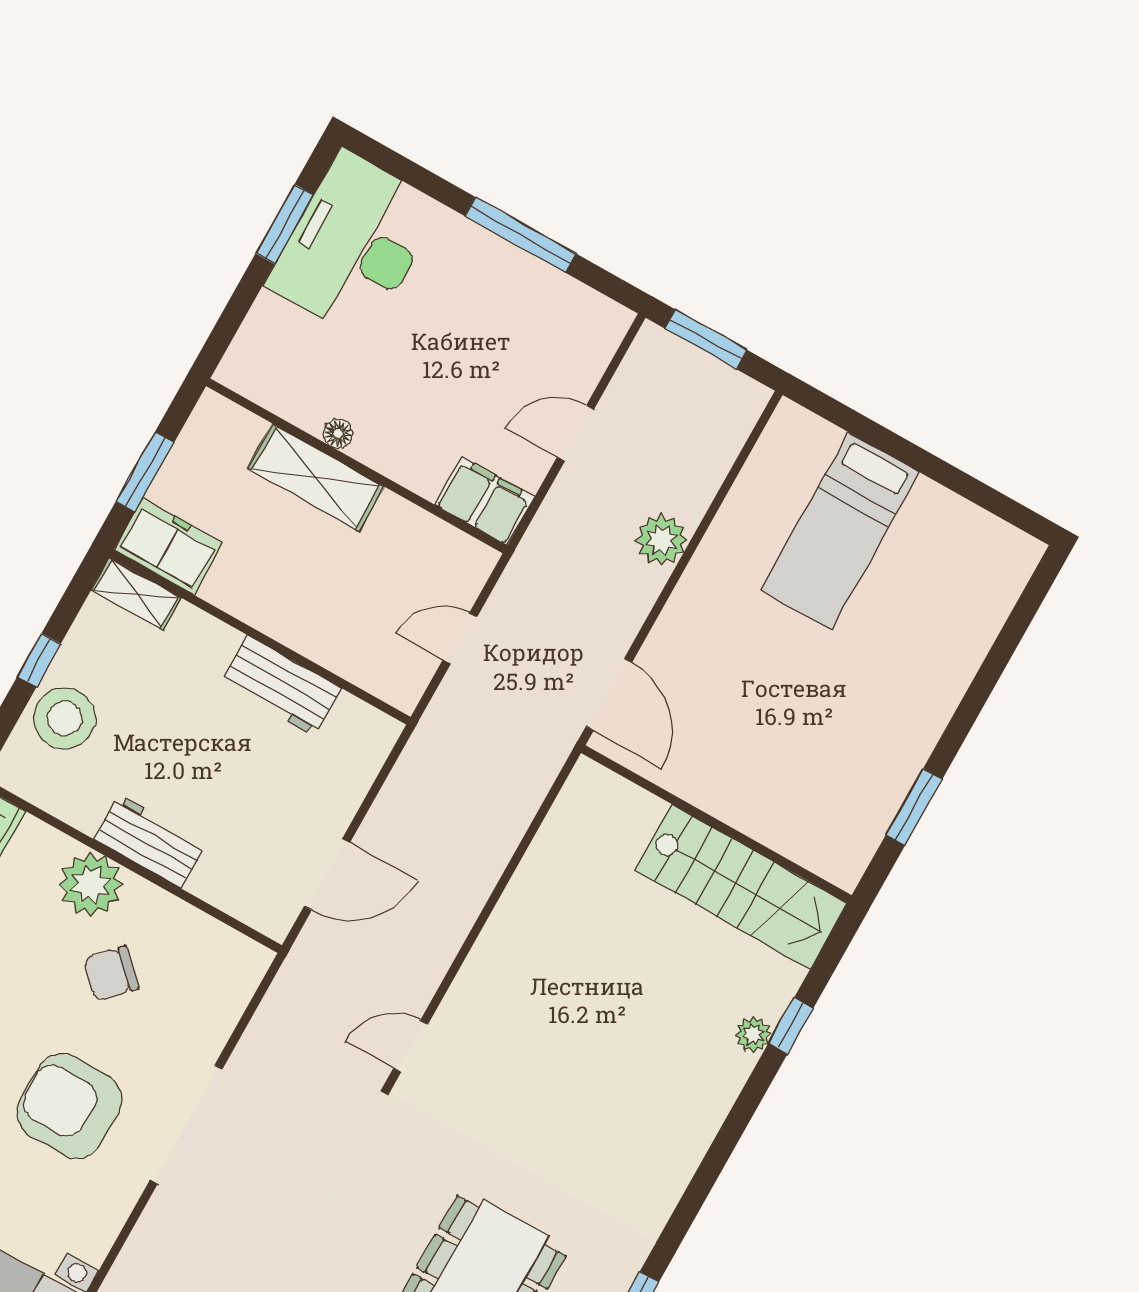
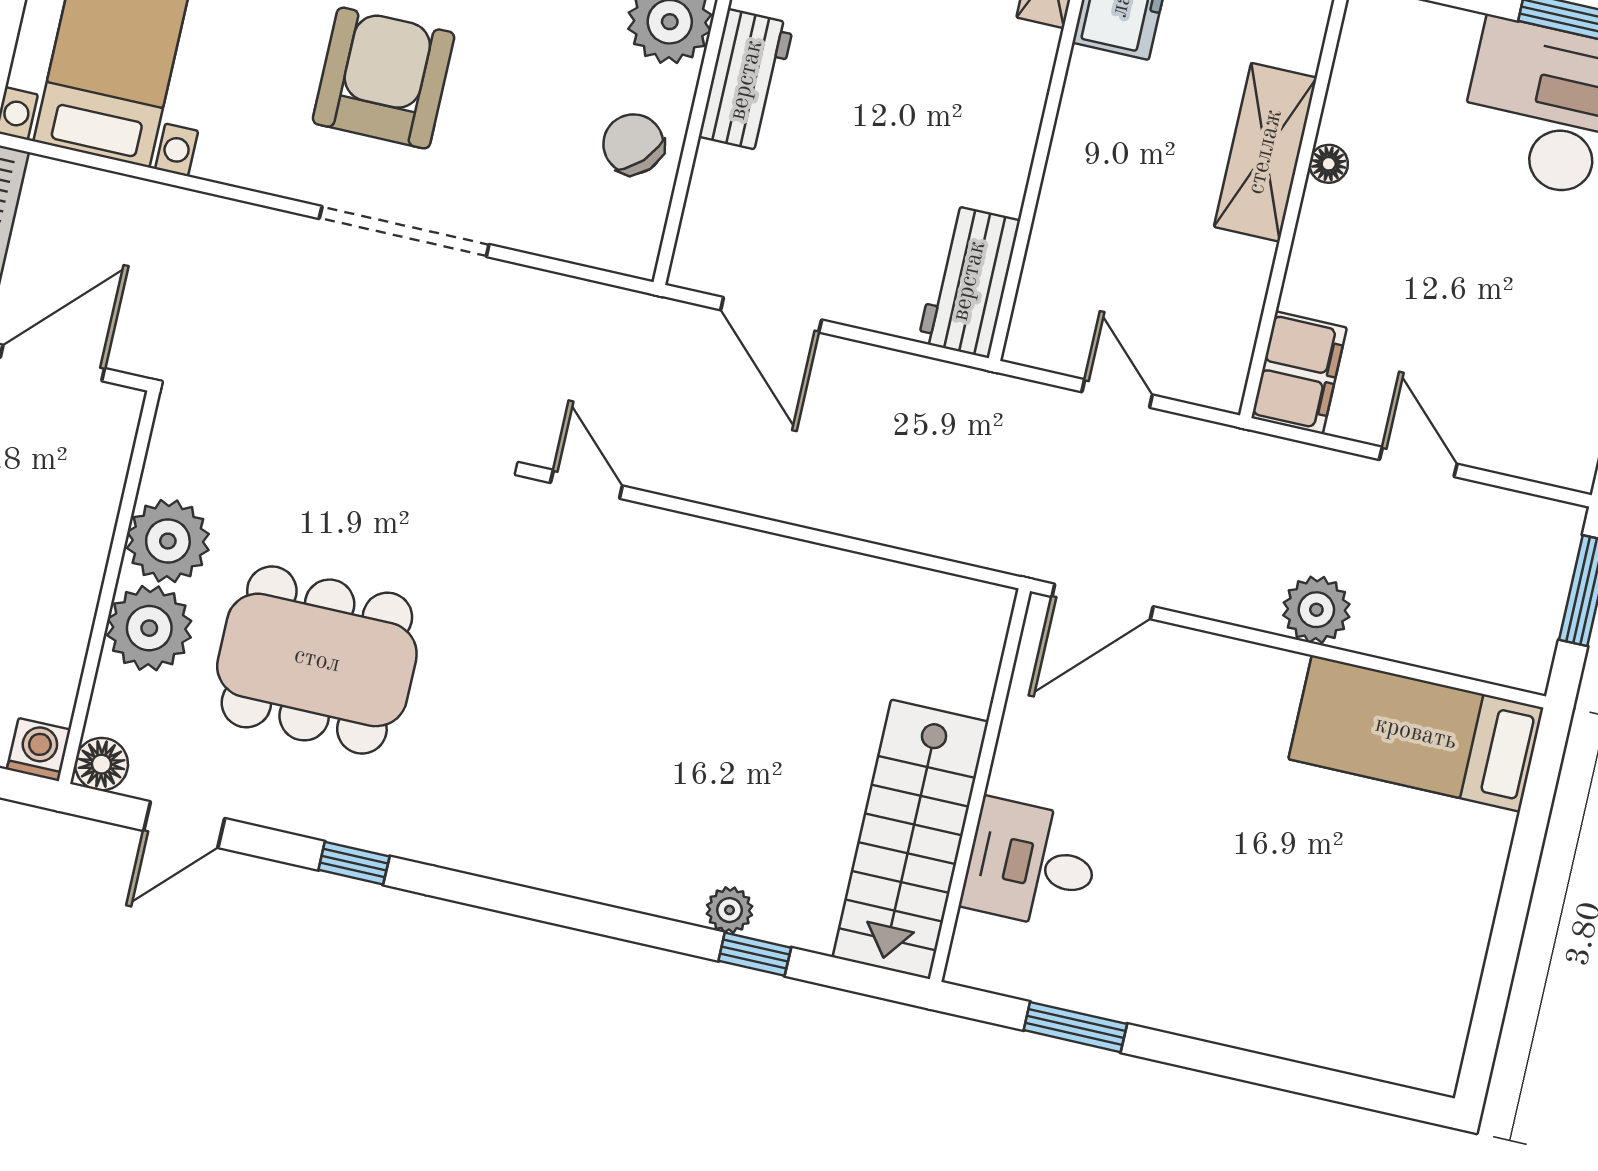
bed: (840, 531) -> (1416, 733), moved
workbench: (281, 686) -> (969, 281), moved
desk: (785, 804) -> (1031, 864), added
chair: (111, 973) -> (633, 144), moved

